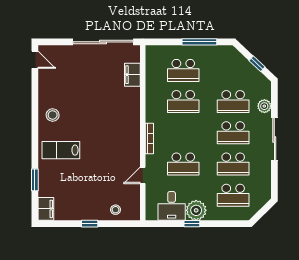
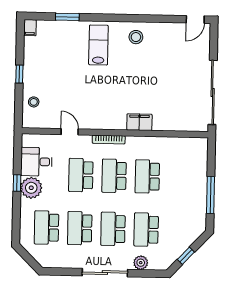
school desk: (183, 70) -> (114, 176), moved
filing cabinet: (132, 75) -> (139, 122), moved
filing cabinet: (46, 209) -> (30, 28), width x0.50

